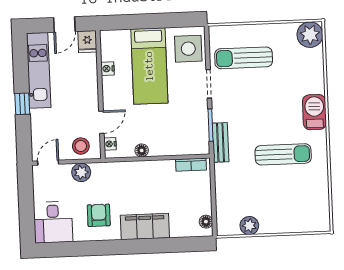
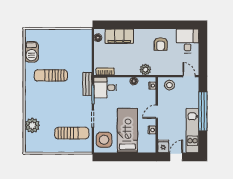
plant: (310, 35) -> (32, 125), moved
window: (22, 104) -> (203, 111), width x3.17
barbecue: (314, 112) -> (31, 52), moved
door: (101, 122) -> (157, 112), moved
desk: (190, 137) -> (105, 88), added
door: (48, 163) -> (189, 76), swing flipped
plant: (81, 172) -> (145, 70), moved
plant: (249, 226) -> (72, 34), removed
filing cabinet: (145, 227) -> (119, 36), moved

